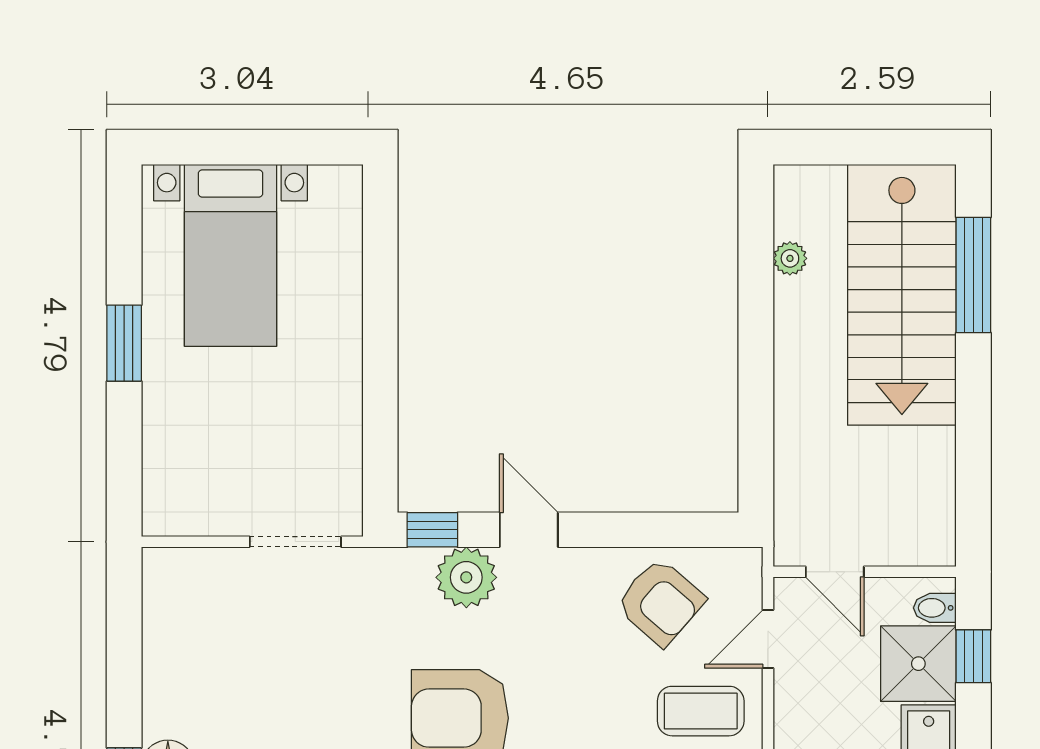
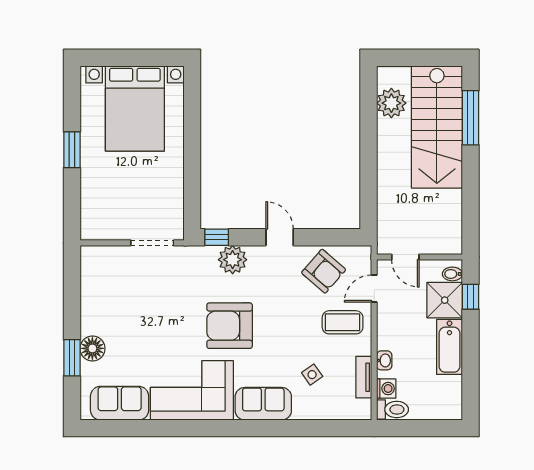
bed with nightstands: (231, 255) -> (135, 109), width x1.36
plant: (790, 258) -> (391, 103), width x1.88, depth x1.88
door: (529, 530) -> (280, 237), moved

